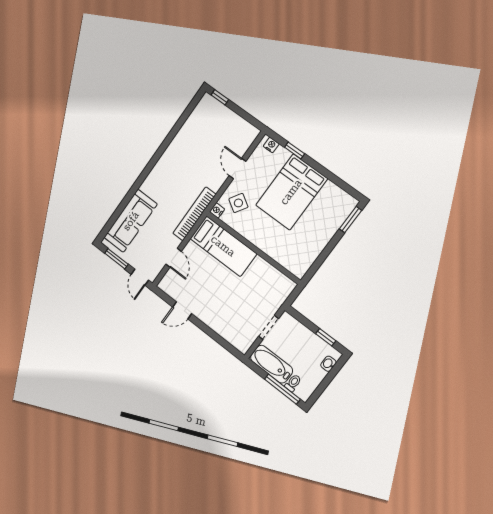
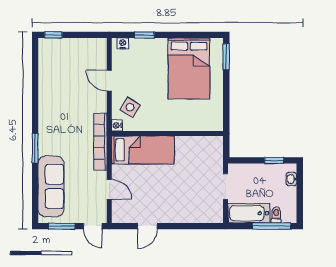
window: (140, 181) -> (35, 148), added
bed: (291, 192) -> (189, 68), moved

